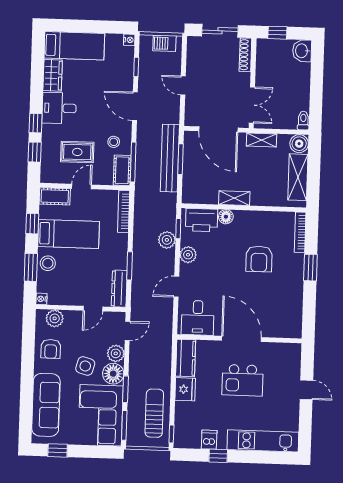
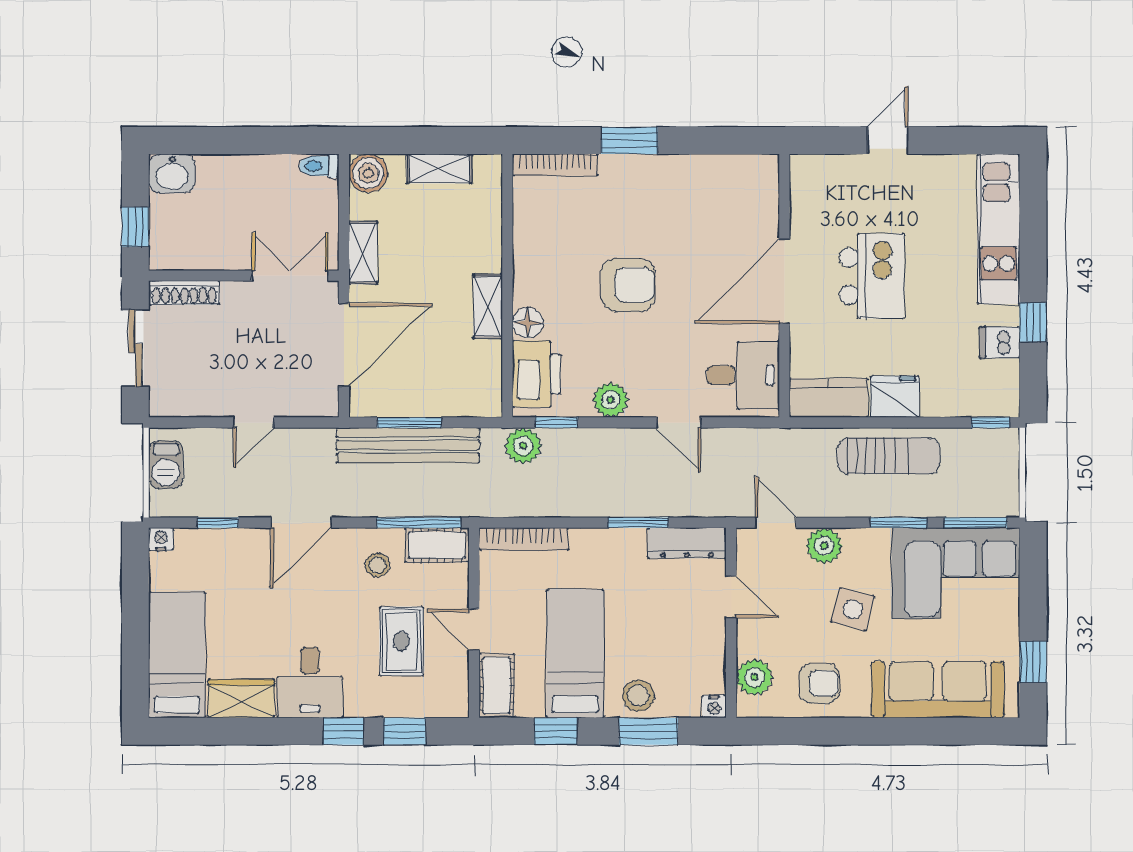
shelving: (298, 177) -> (439, 169), width x0.67, depth x0.75
plant: (167, 240) -> (523, 446), moved
armchair: (259, 259) -> (628, 285), moved
floor lamp: (113, 374) -> (867, 550), removed
sun lounger: (154, 413) -> (889, 456), moved, turned 180

